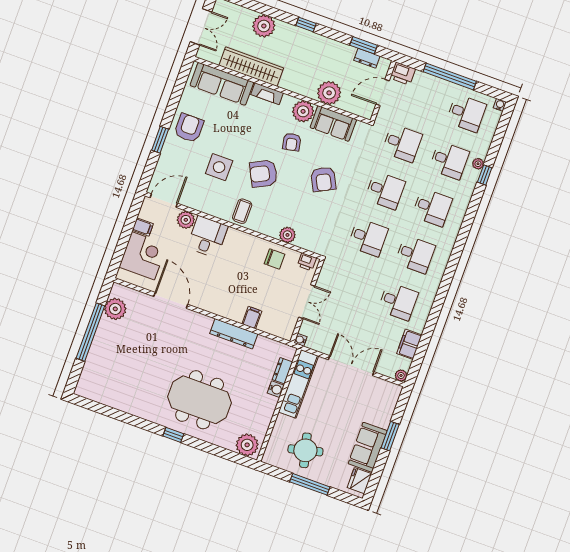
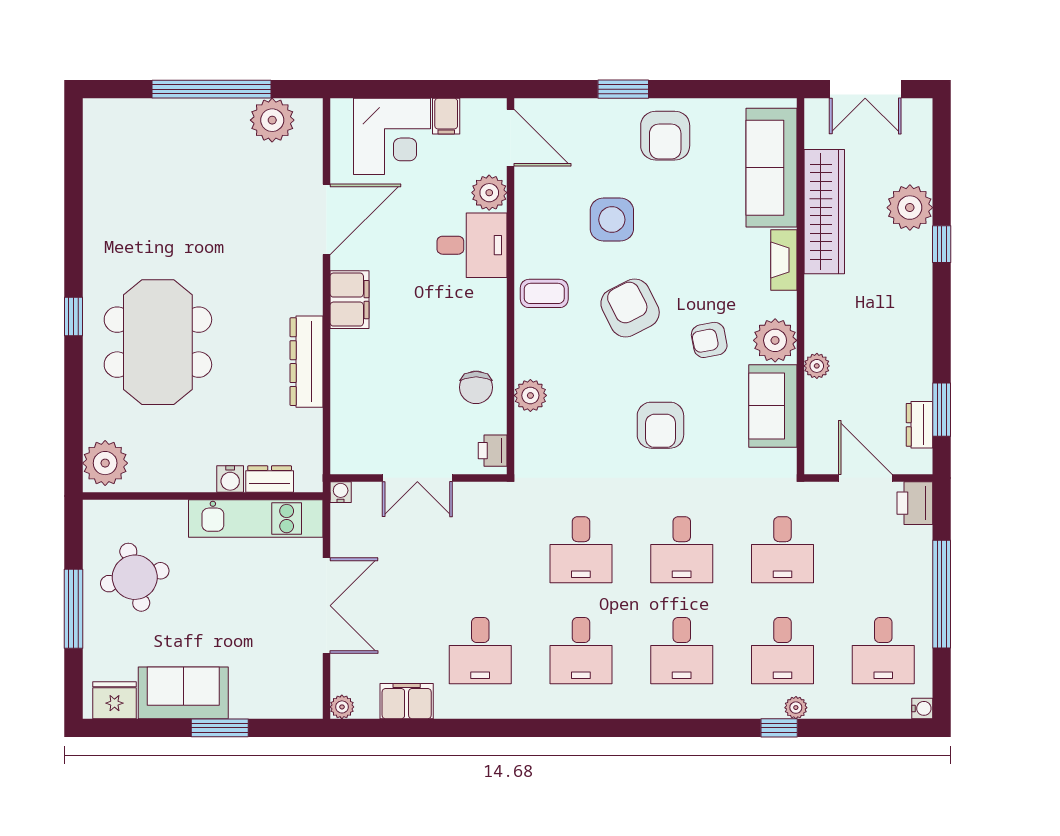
window: (306, 24) -> (942, 244), moved
plant: (329, 93) -> (817, 366), width x0.53, depth x0.53
armchair: (189, 128) -> (665, 136), turned 90
armchair: (323, 179) -> (660, 425), turned -63
filing cabinet: (252, 318) -> (349, 300), moved, width x2.00

